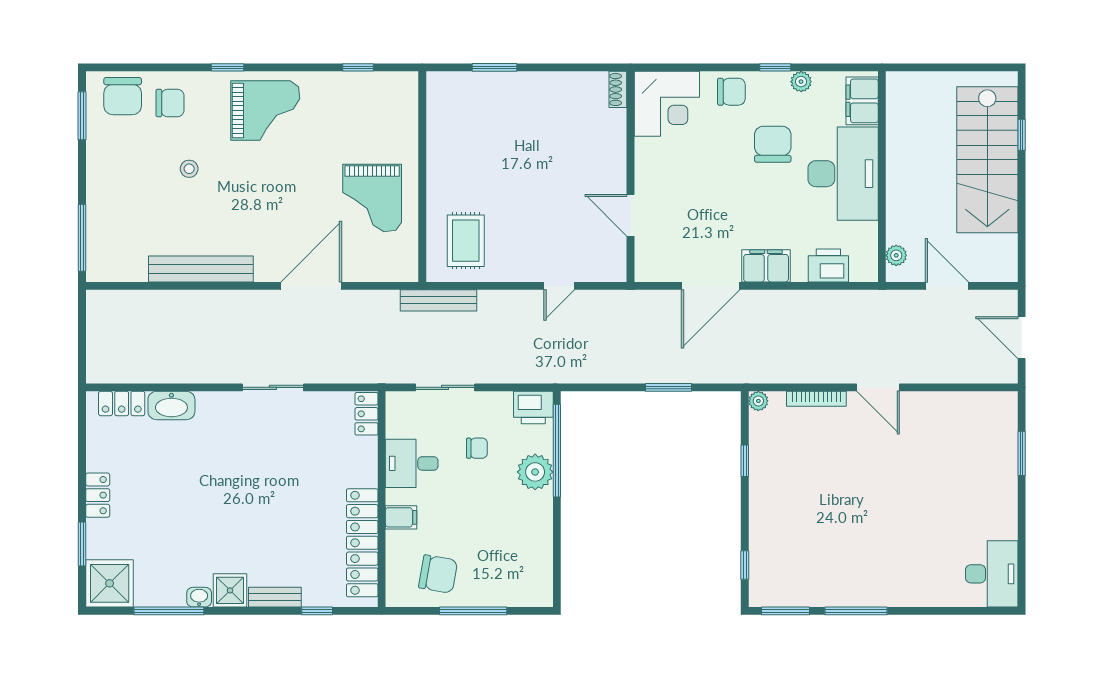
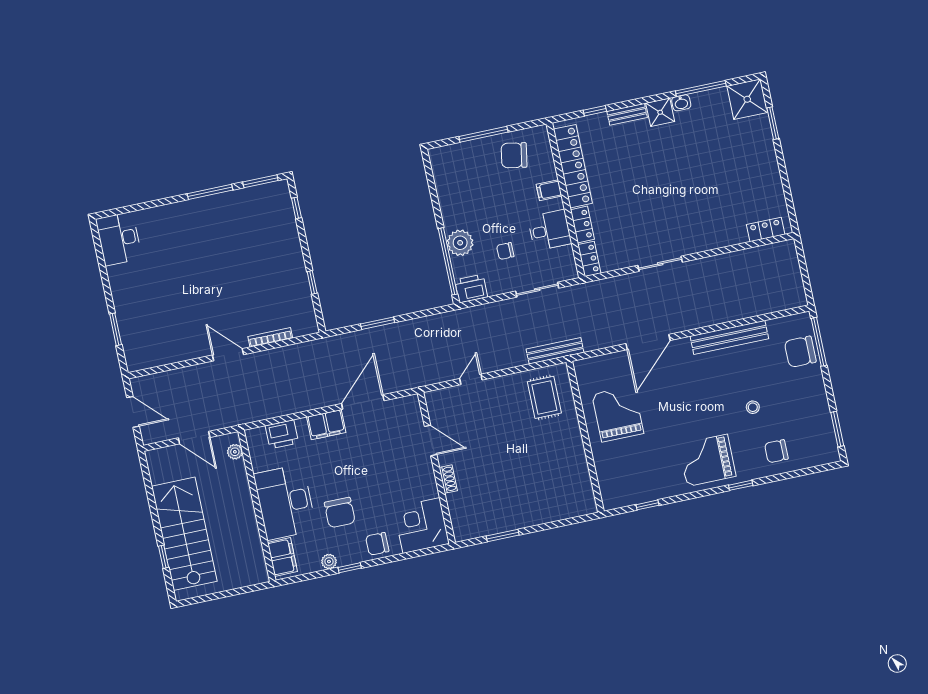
window: (494, 67) -> (503, 535), moved
shoe rack: (618, 89) -> (448, 479), moved
chair: (123, 96) -> (800, 352), moved, turned -90
plant: (758, 401) -> (311, 327), removed
washbasin: (171, 406) -> (730, 236), removed
locker: (98, 495) -> (582, 225), moved, turned 180

